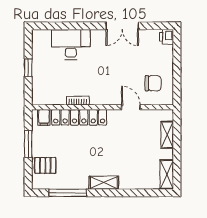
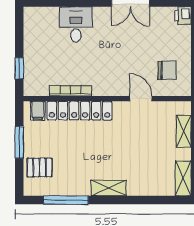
desk: (71, 44) -> (76, 24), width x0.73
window: (28, 68) -> (19, 68), moved
bookcase: (78, 101) -> (70, 91), width x1.56

